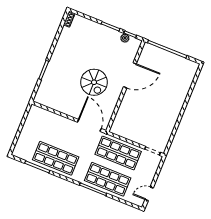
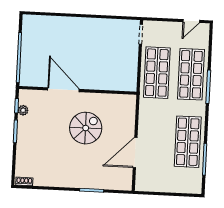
door: (89, 125) -> (135, 153), moved
door: (149, 194) -> (191, 21), hinge flipped

